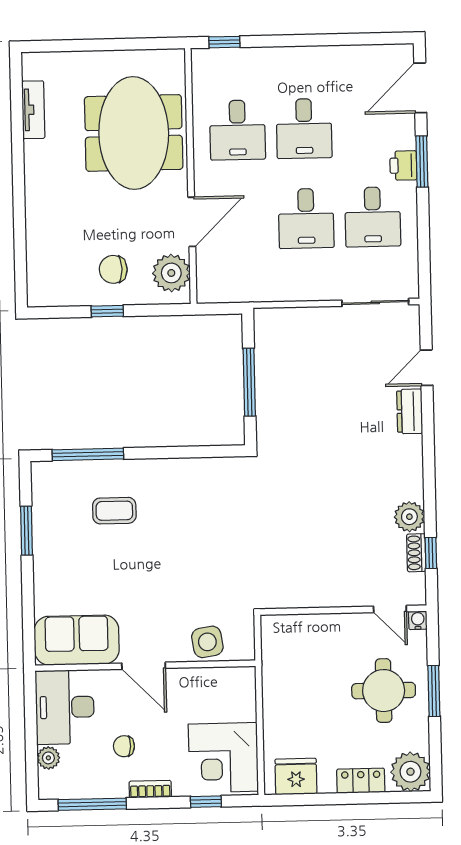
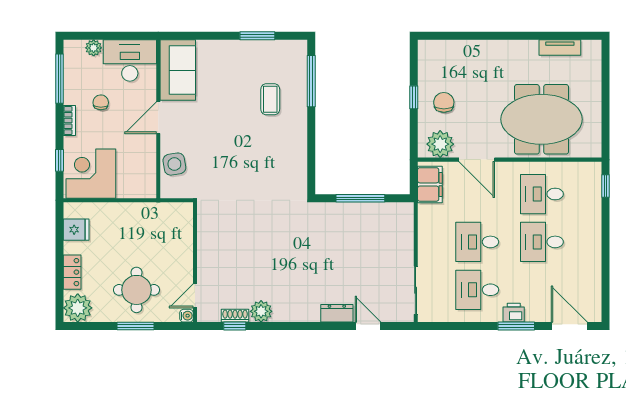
filing cabinet: (228, 286) -> (430, 184), added
fridge: (296, 776) -> (76, 230), width x0.72

